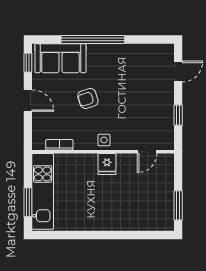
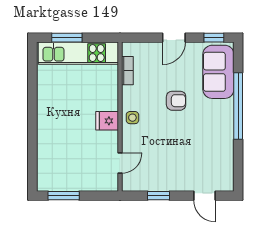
armchair: (88, 98) -> (176, 101), turned 108
door: (147, 152) -> (120, 163), swing flipped

